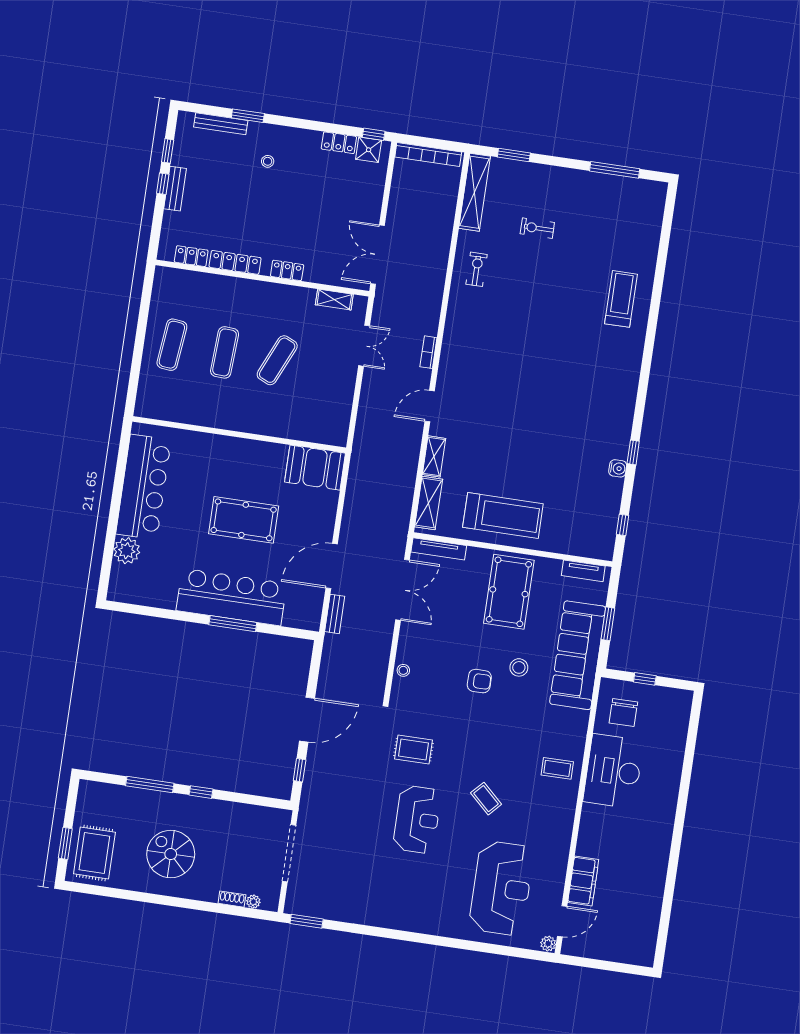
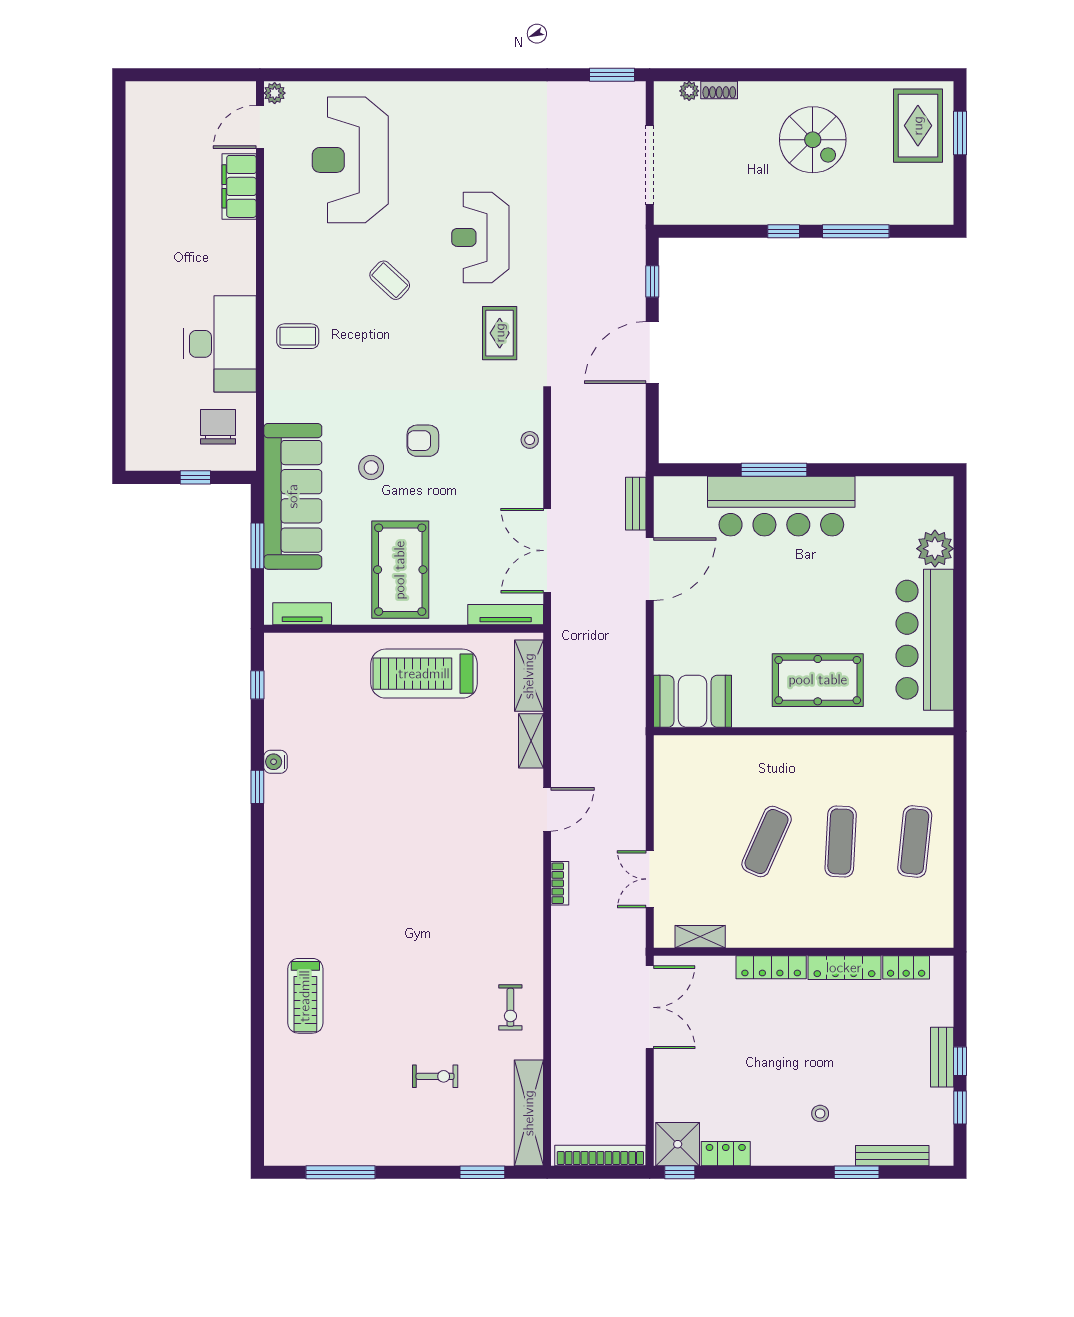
shower: (369, 150) -> (678, 1144), width x1.36, depth x1.36
locker: (287, 270) -> (771, 967), width x1.53
pool table: (244, 520) -> (818, 680), moved
rug: (413, 750) -> (500, 333), turned 90

